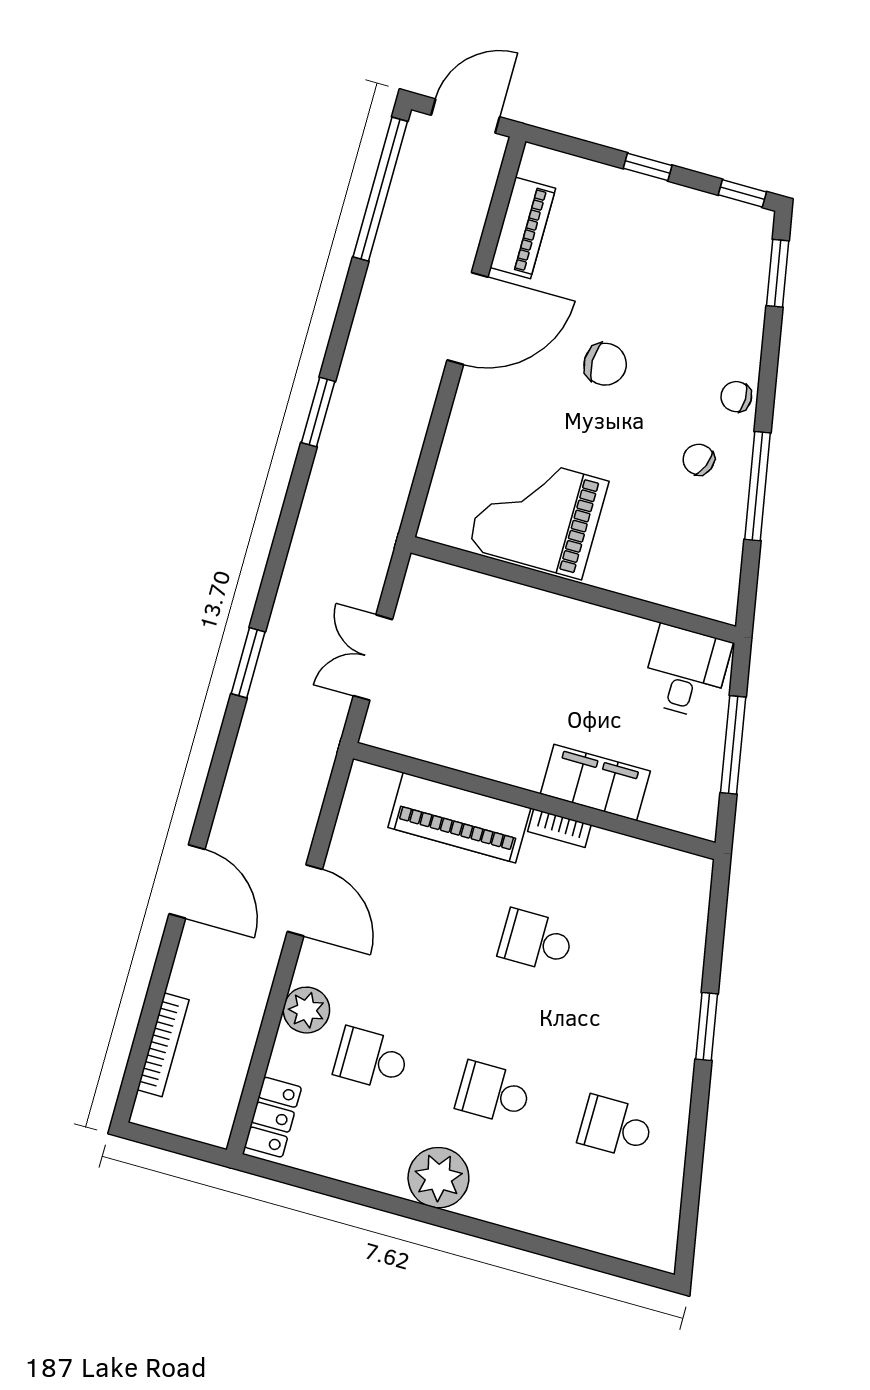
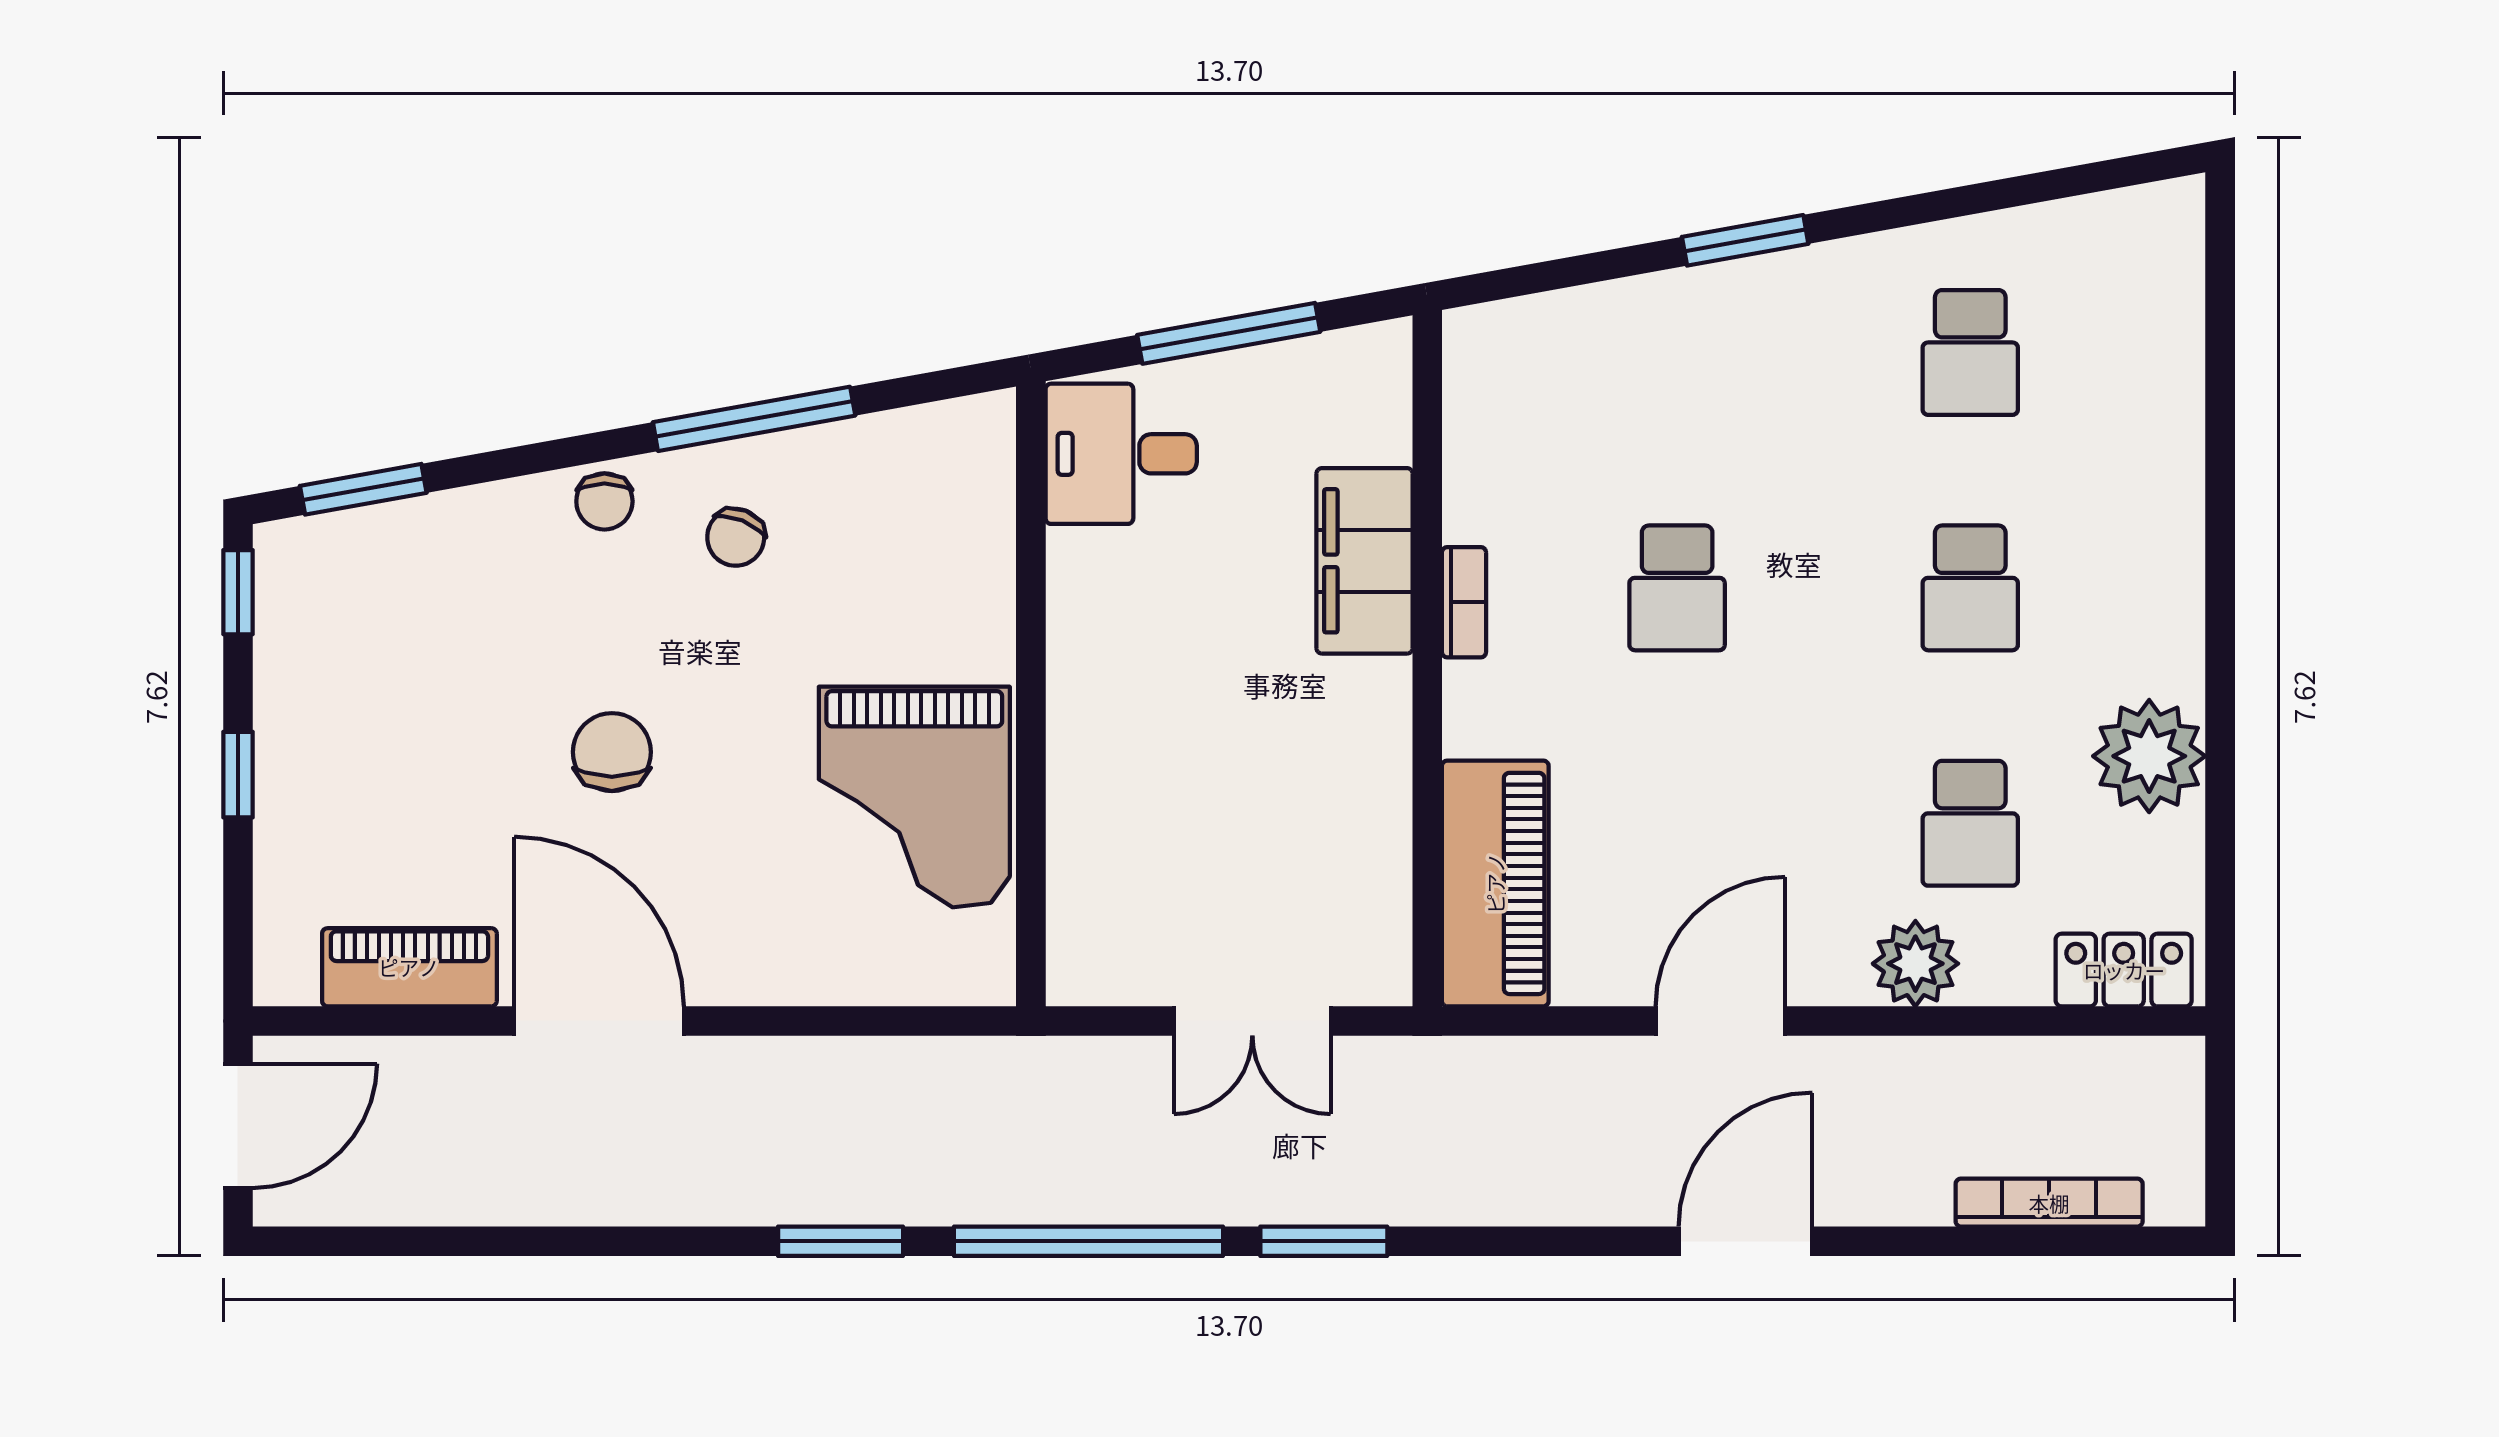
door: (465, 116) -> (238, 1126), swing flipped
window: (380, 189) -> (1088, 1241), moved
piano: (459, 818) -> (1495, 883), moved
plant: (438, 1178) -> (2149, 756), moved

